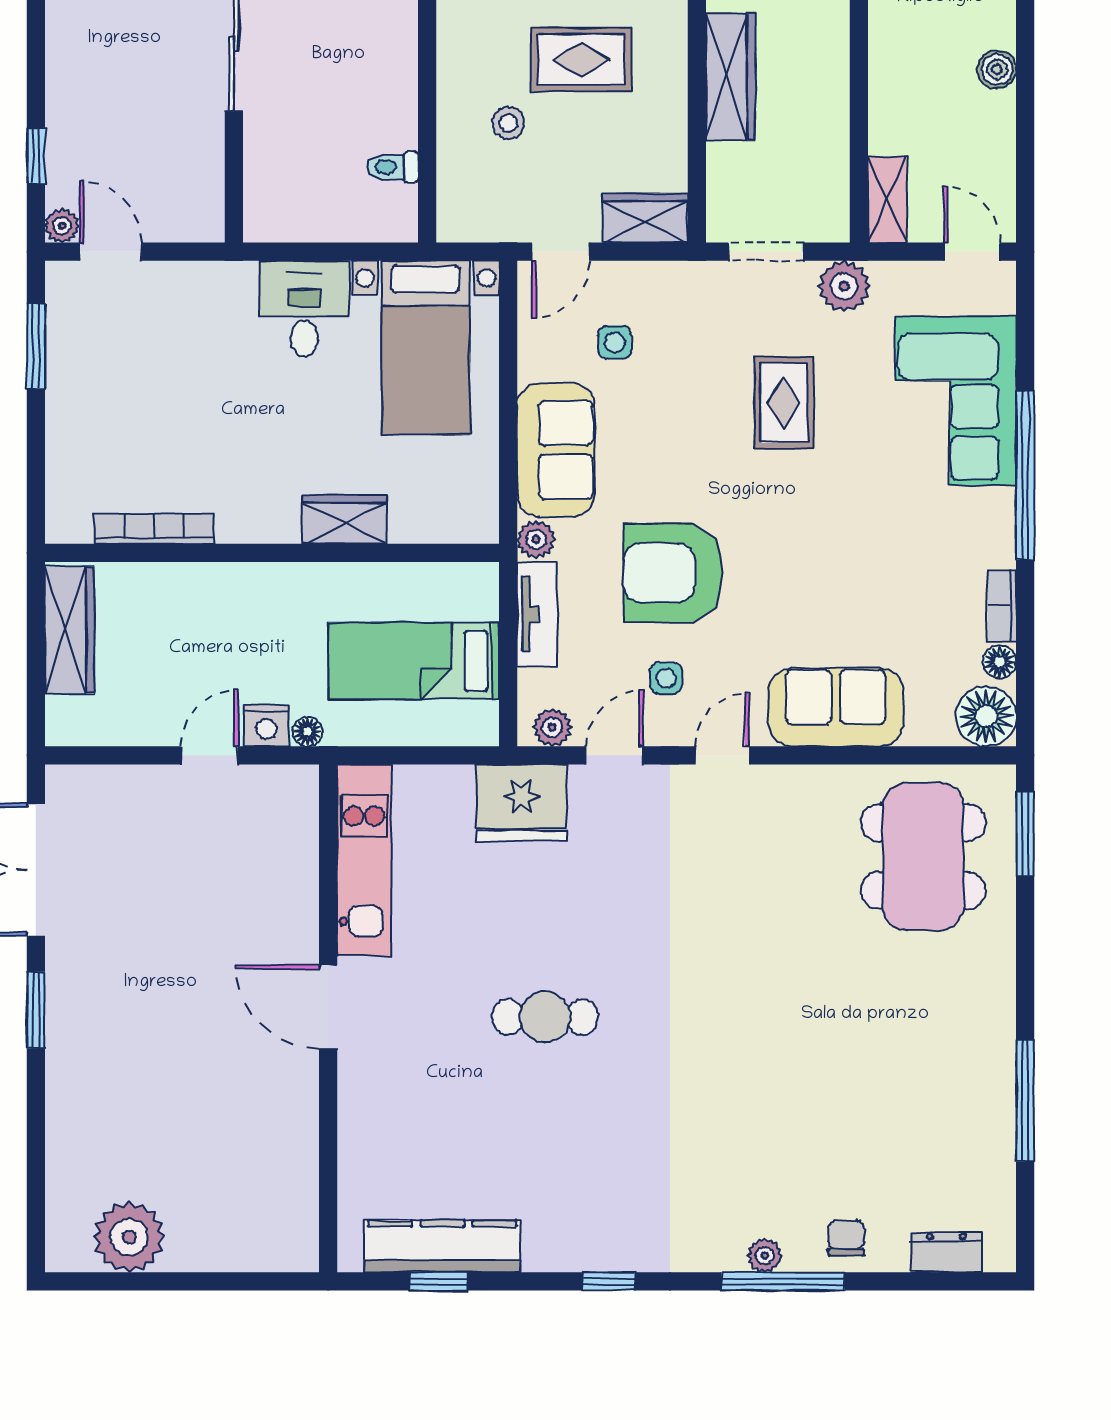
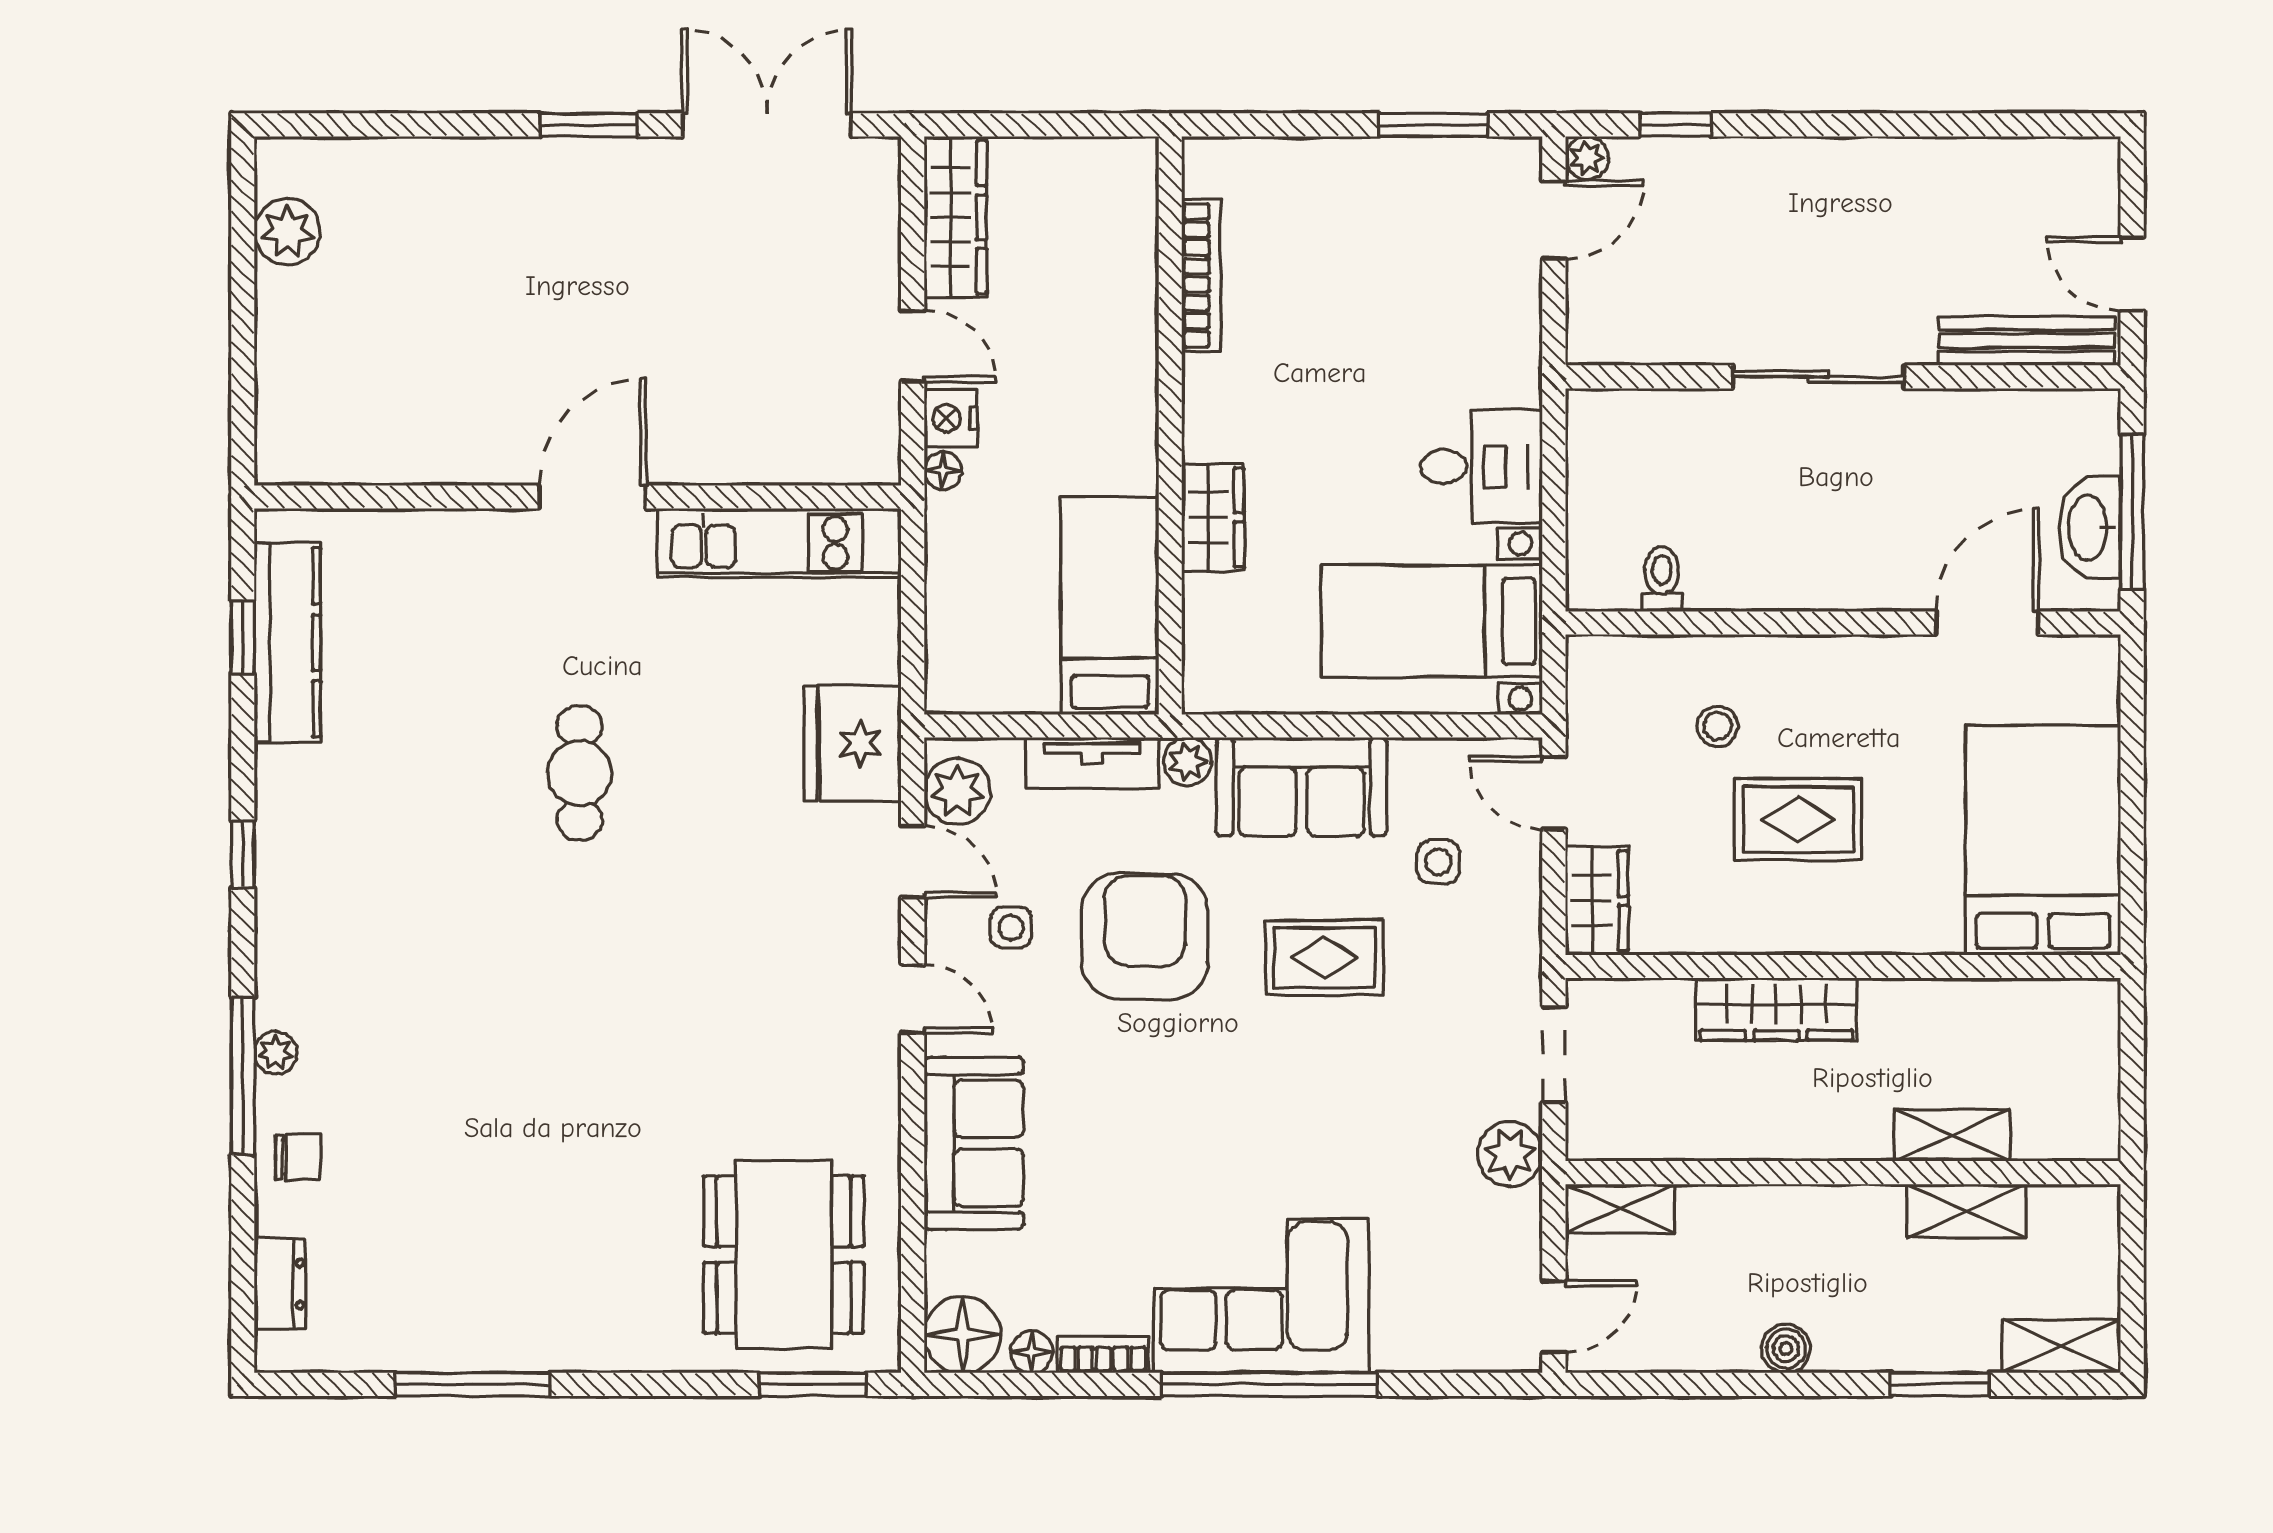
rug: (581, 60) -> (1798, 819), turned 90
corner sofa: (956, 401) -> (1261, 1296), moved
rug: (784, 403) -> (1324, 958), moved
wardrobe: (69, 630) -> (955, 217), moved, turned -90
bed: (414, 661) -> (1110, 606), moved
plant: (552, 727) -> (957, 791), width x1.38, depth x1.38
dining table: (923, 857) -> (784, 1255), turned 90
plant: (129, 1237) -> (287, 232), width x0.73, depth x0.73

